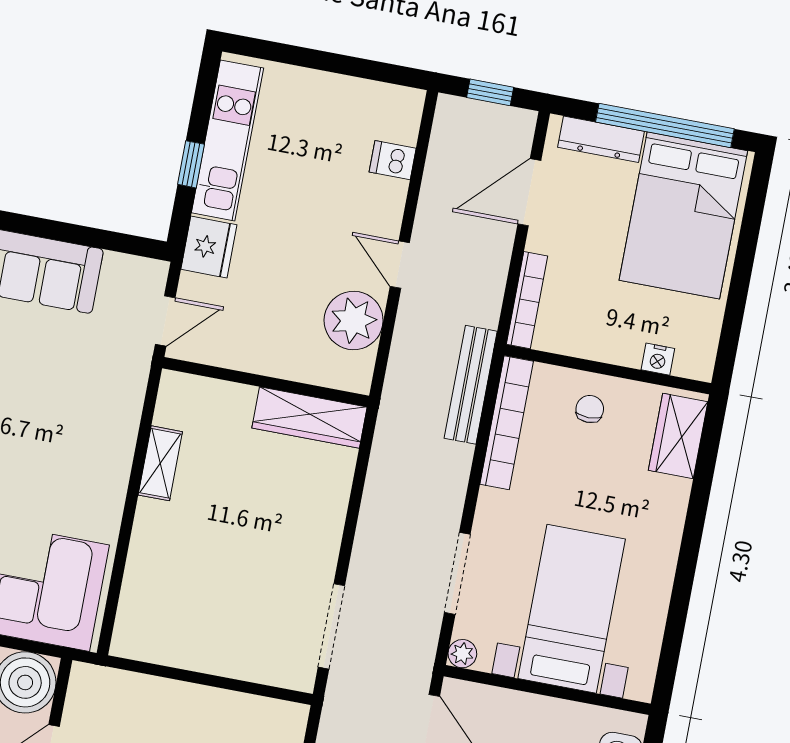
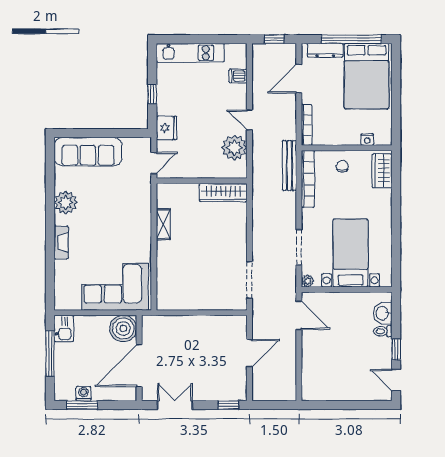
kitchen unit: (228, 140) -> (190, 53), moved, turned 90

